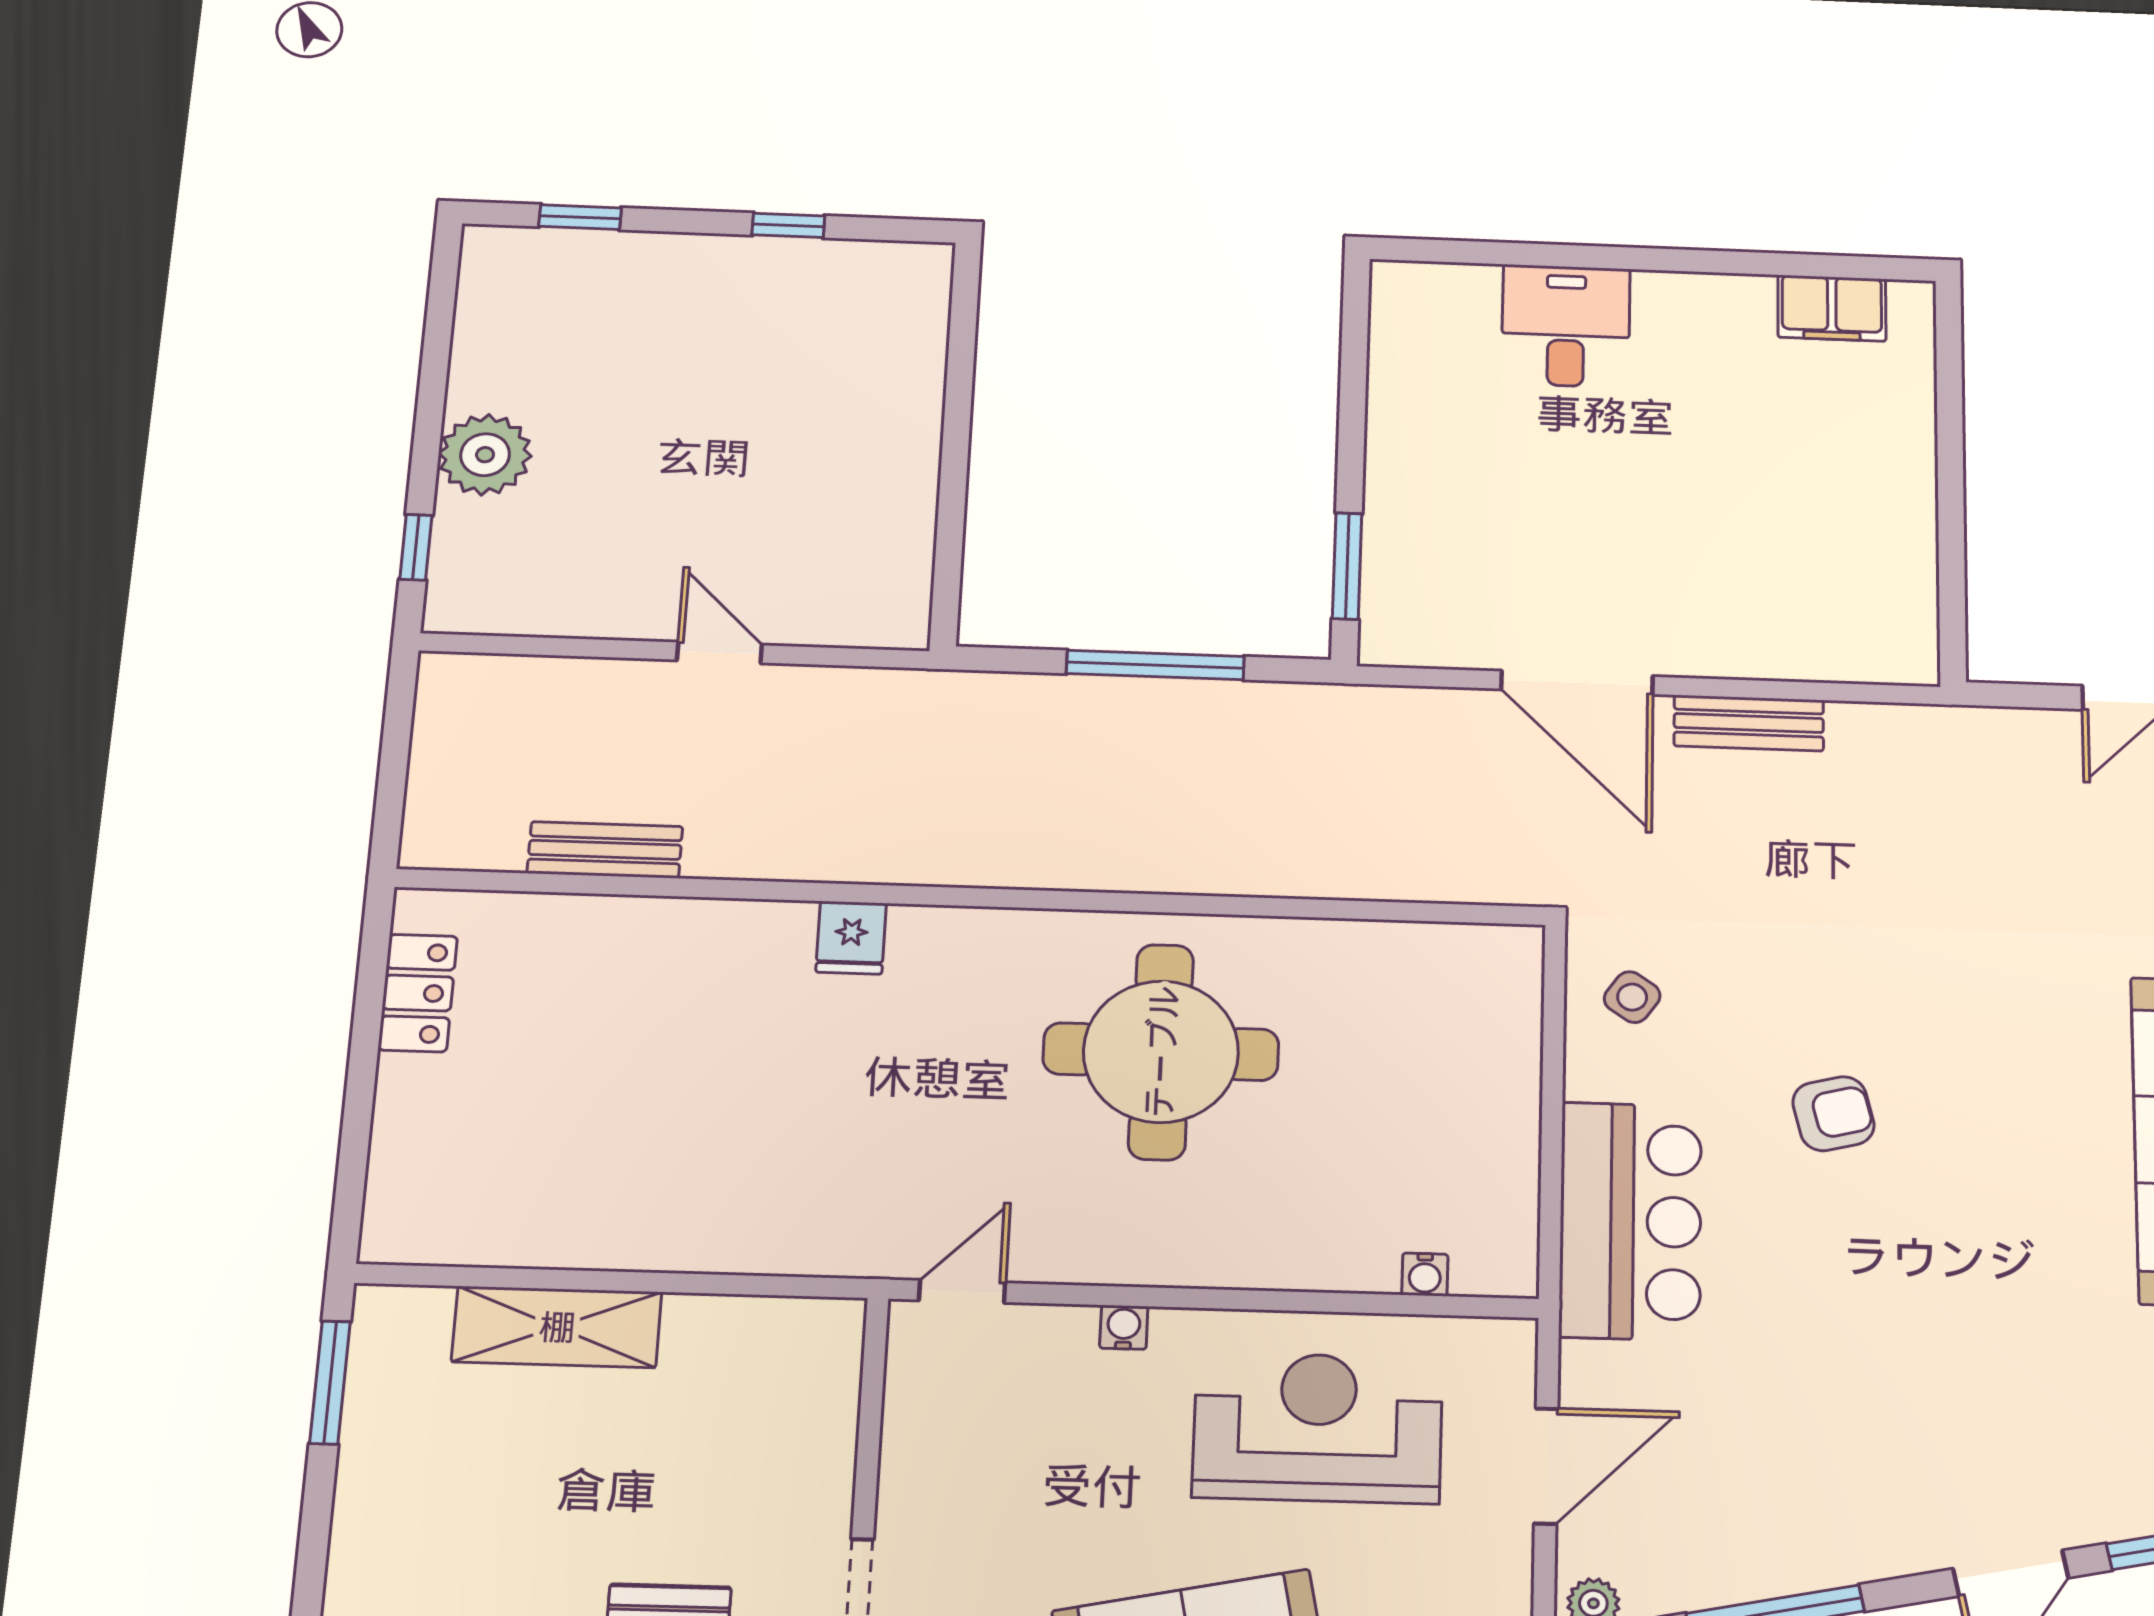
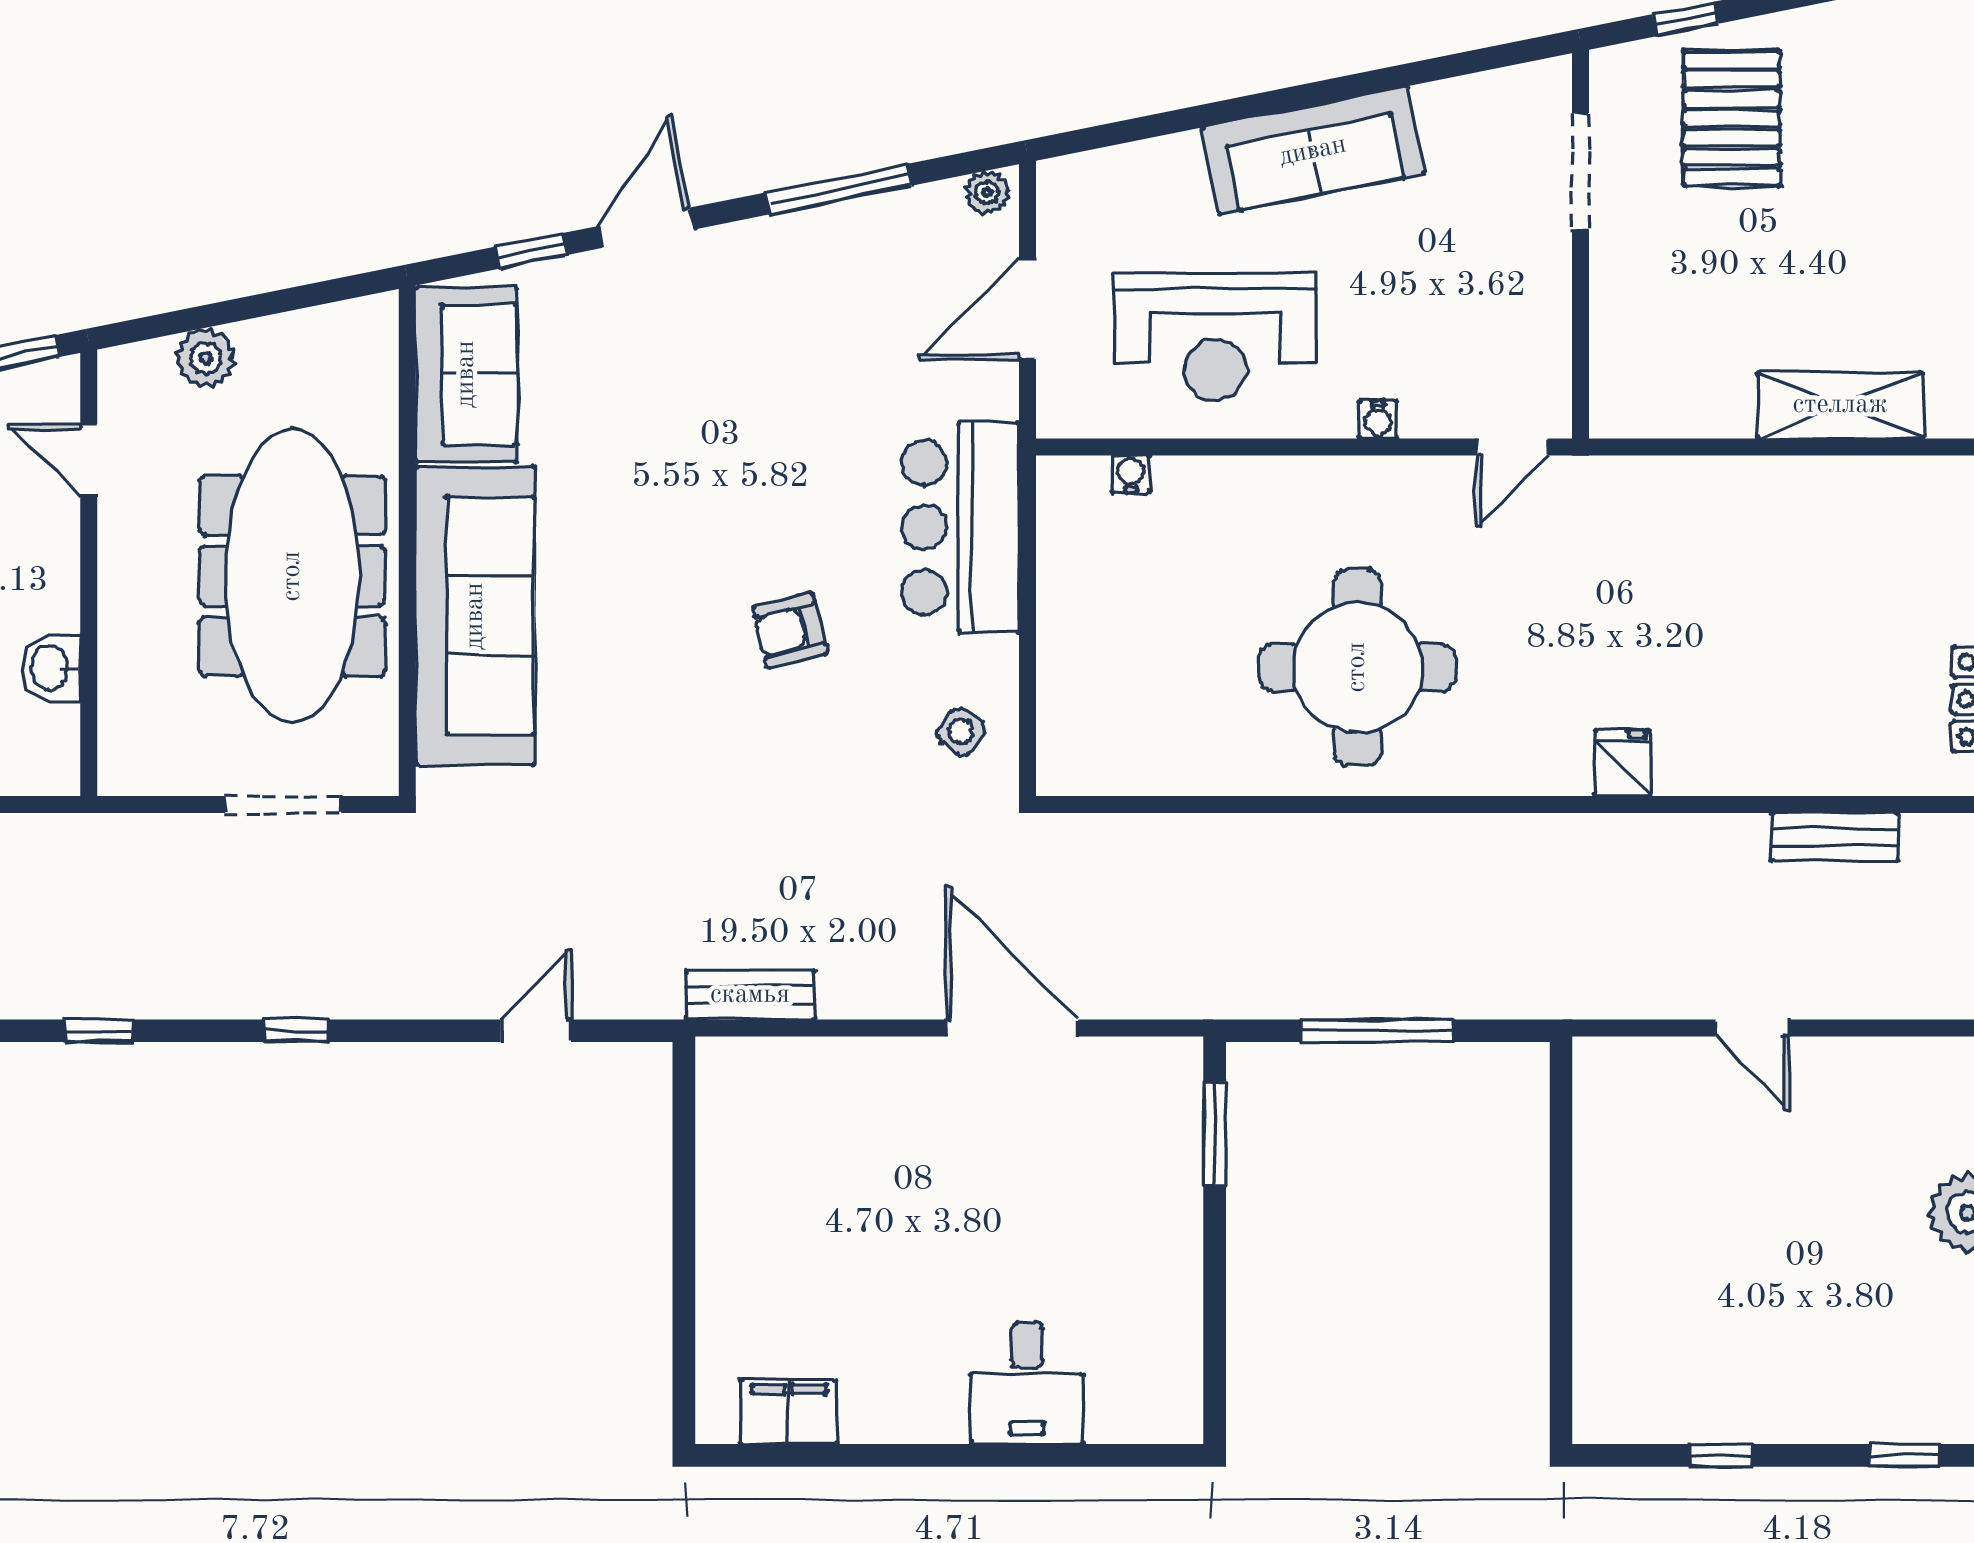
bench: (1749, 723) -> (750, 995), moved

